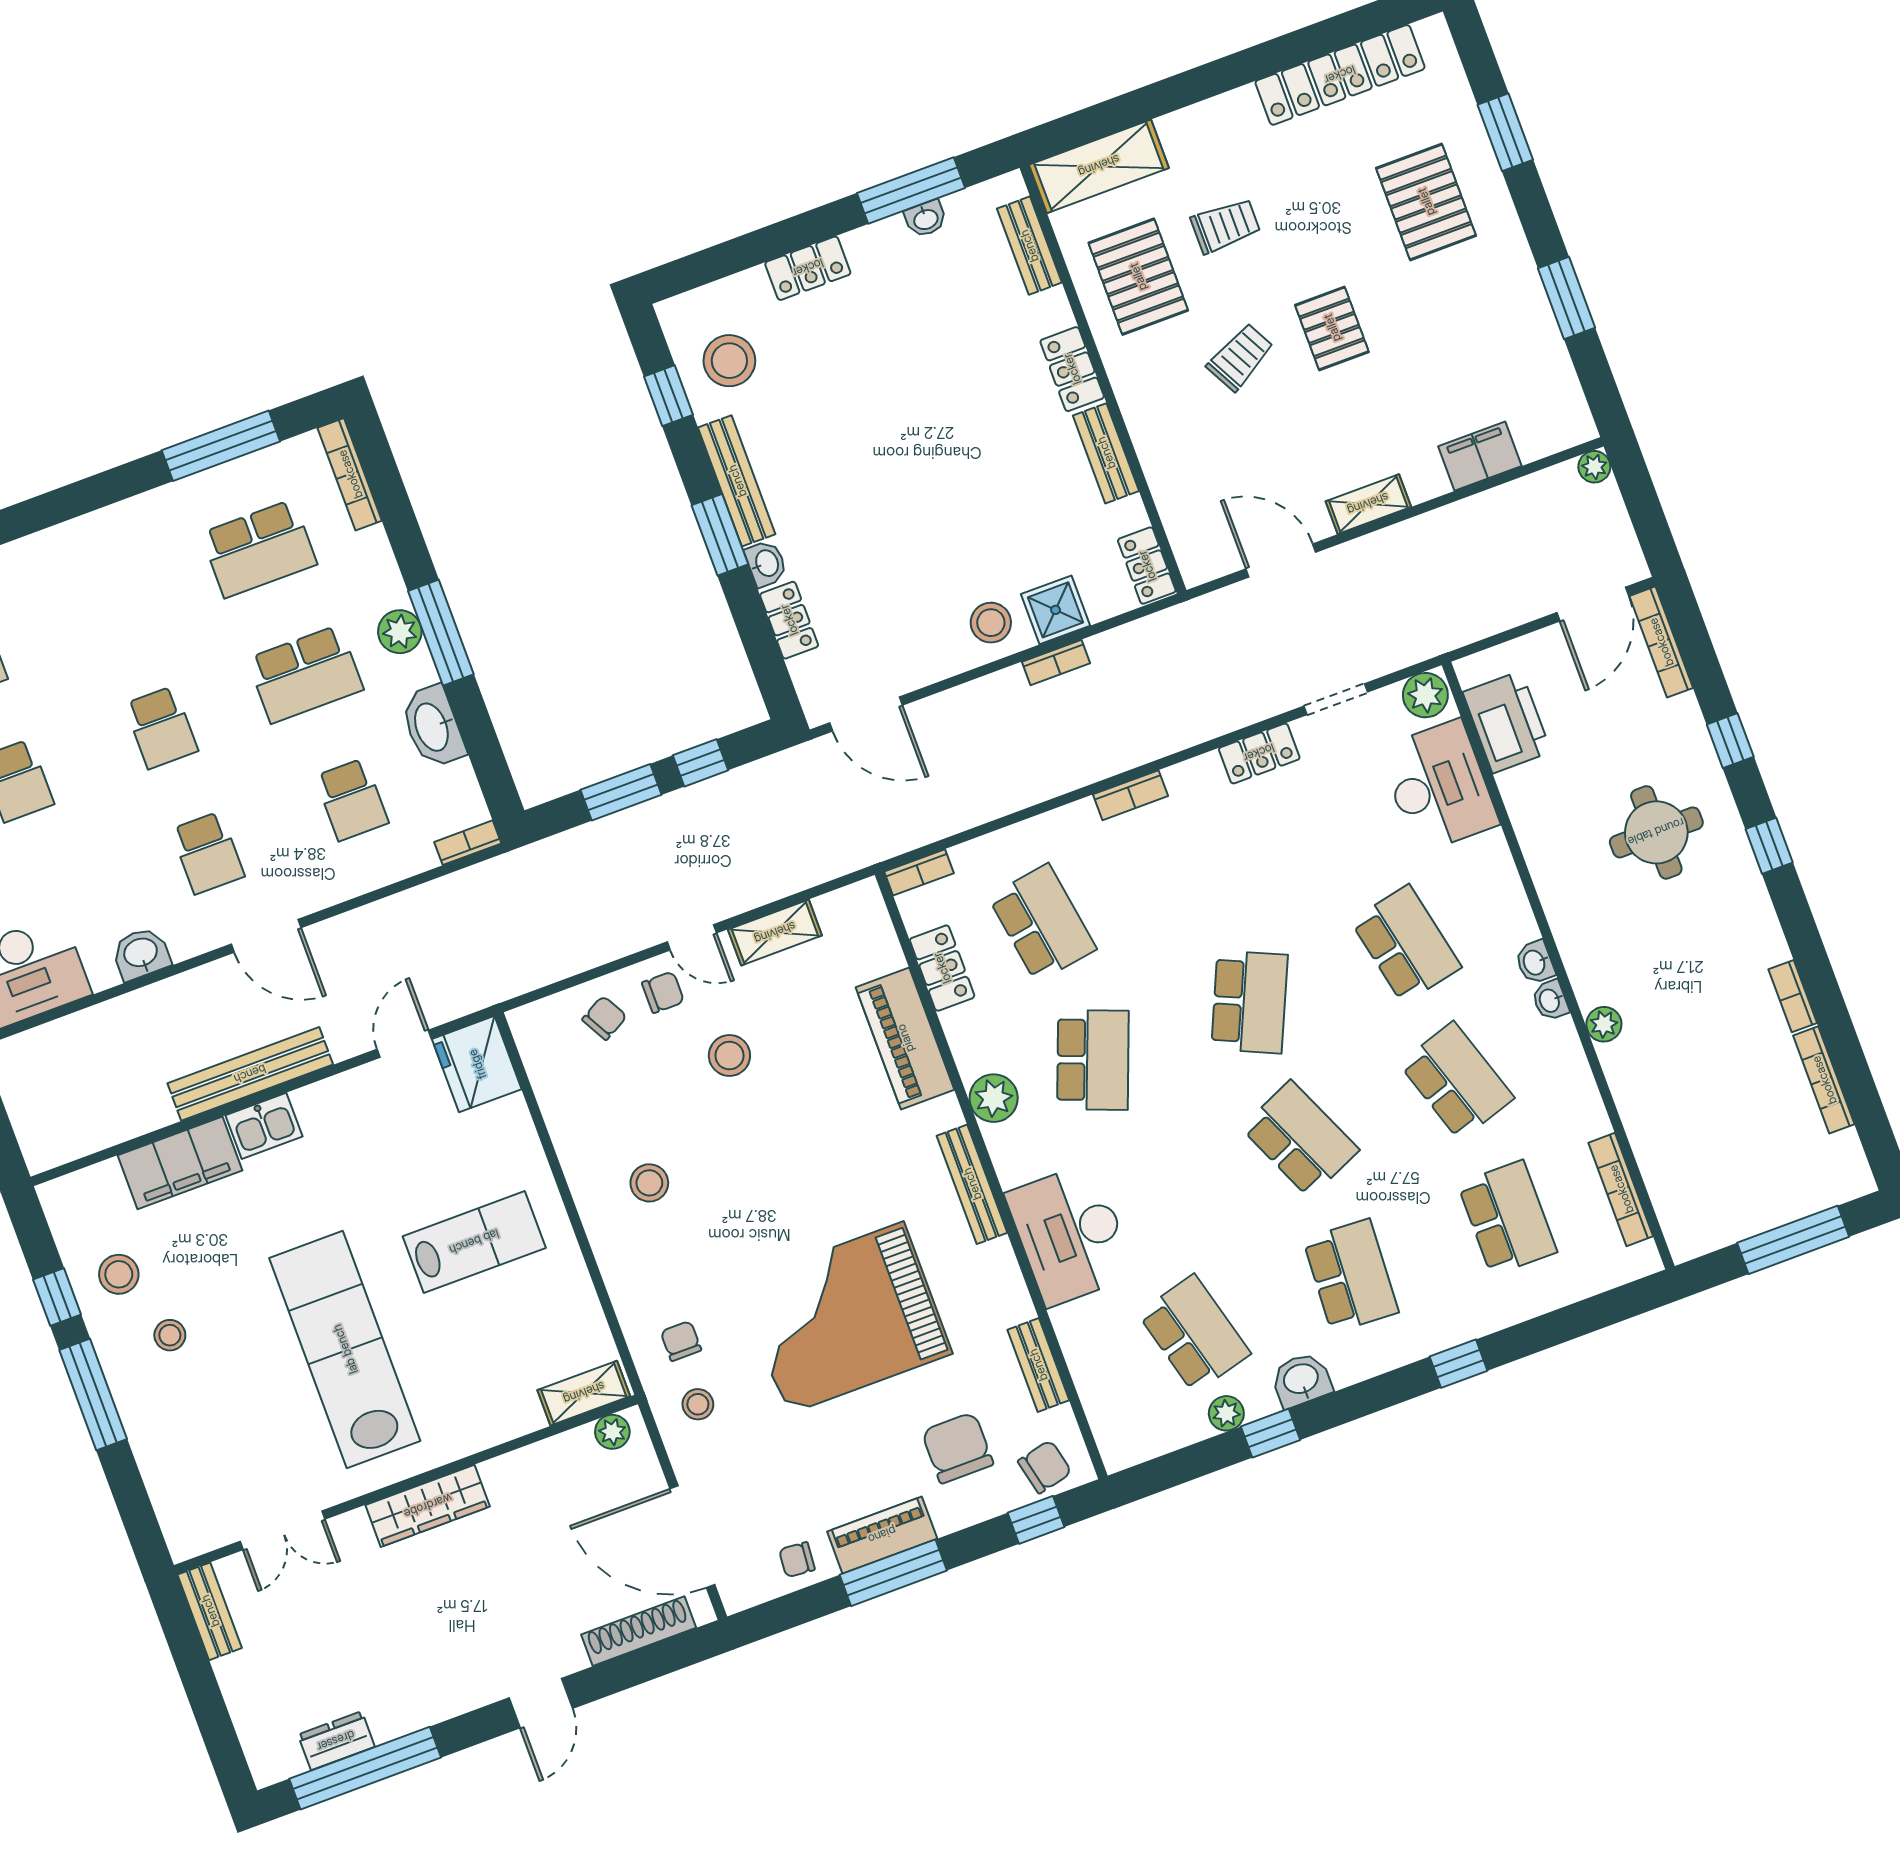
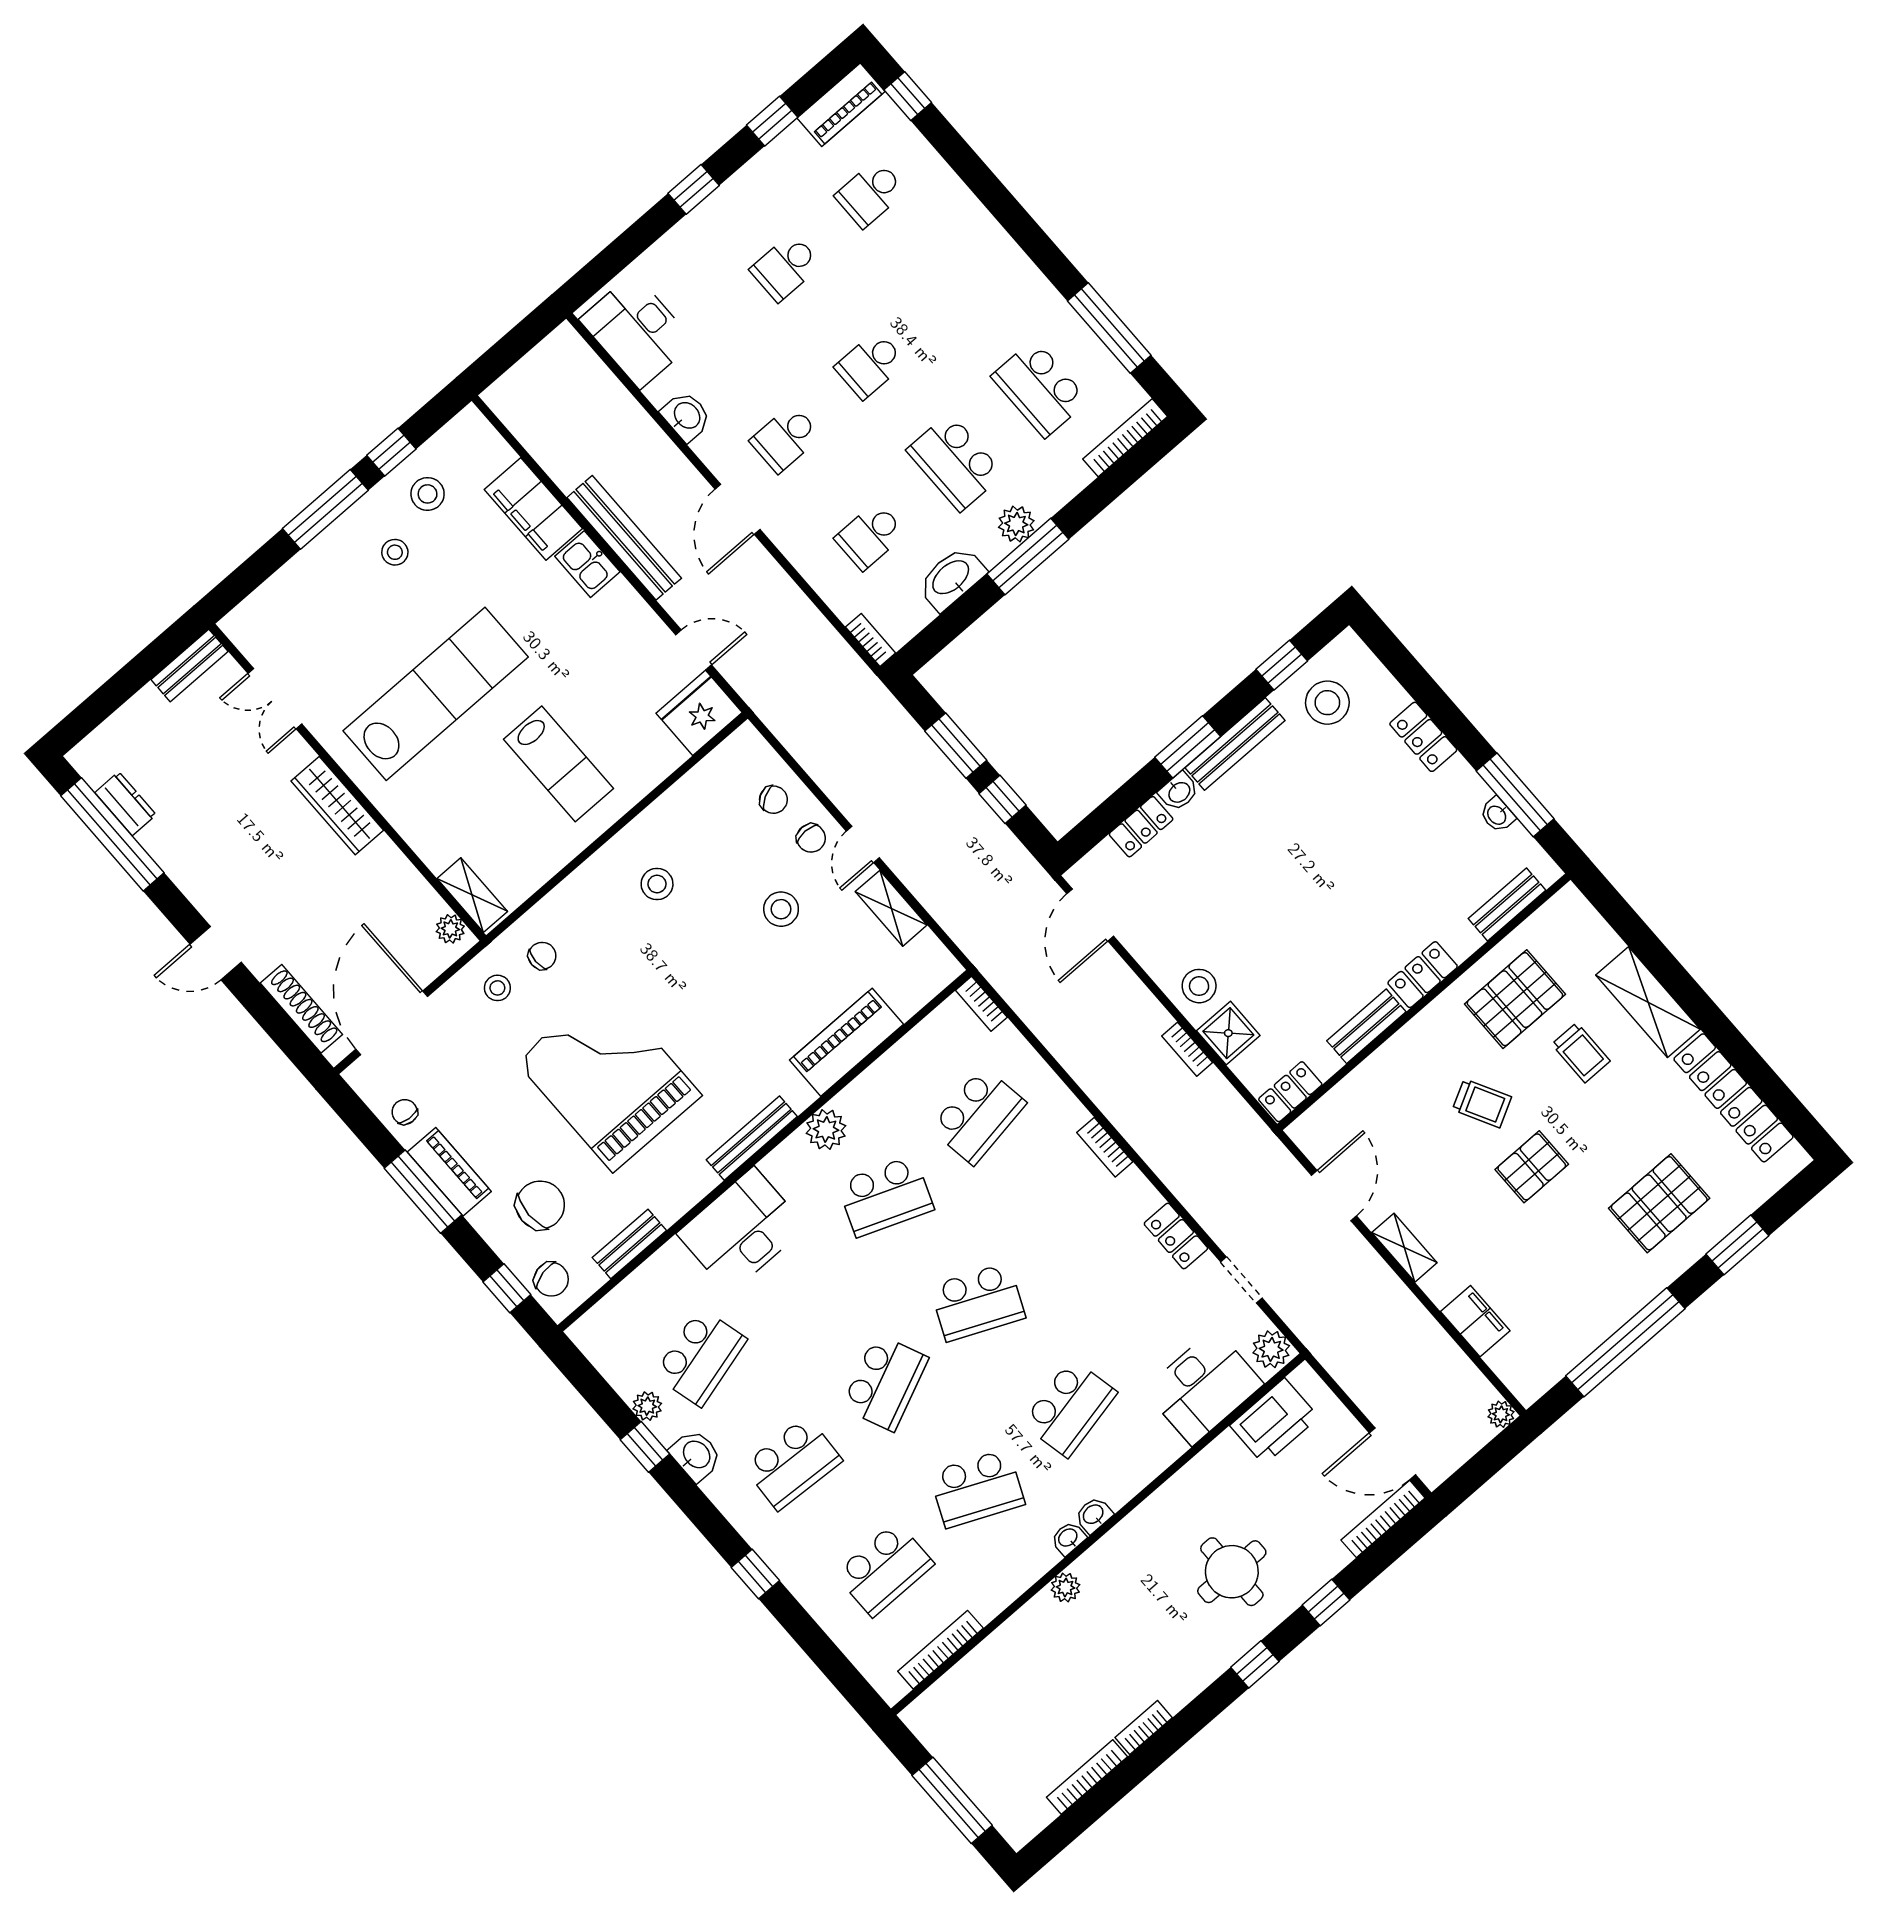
shelving: (1099, 166) -> (1648, 1002), moved
window: (1567, 298) -> (1625, 1342), width x2.11
locker: (942, 968) -> (913, 1050), removed
school desk: (1457, 1081) -> (977, 1489), turned 42

